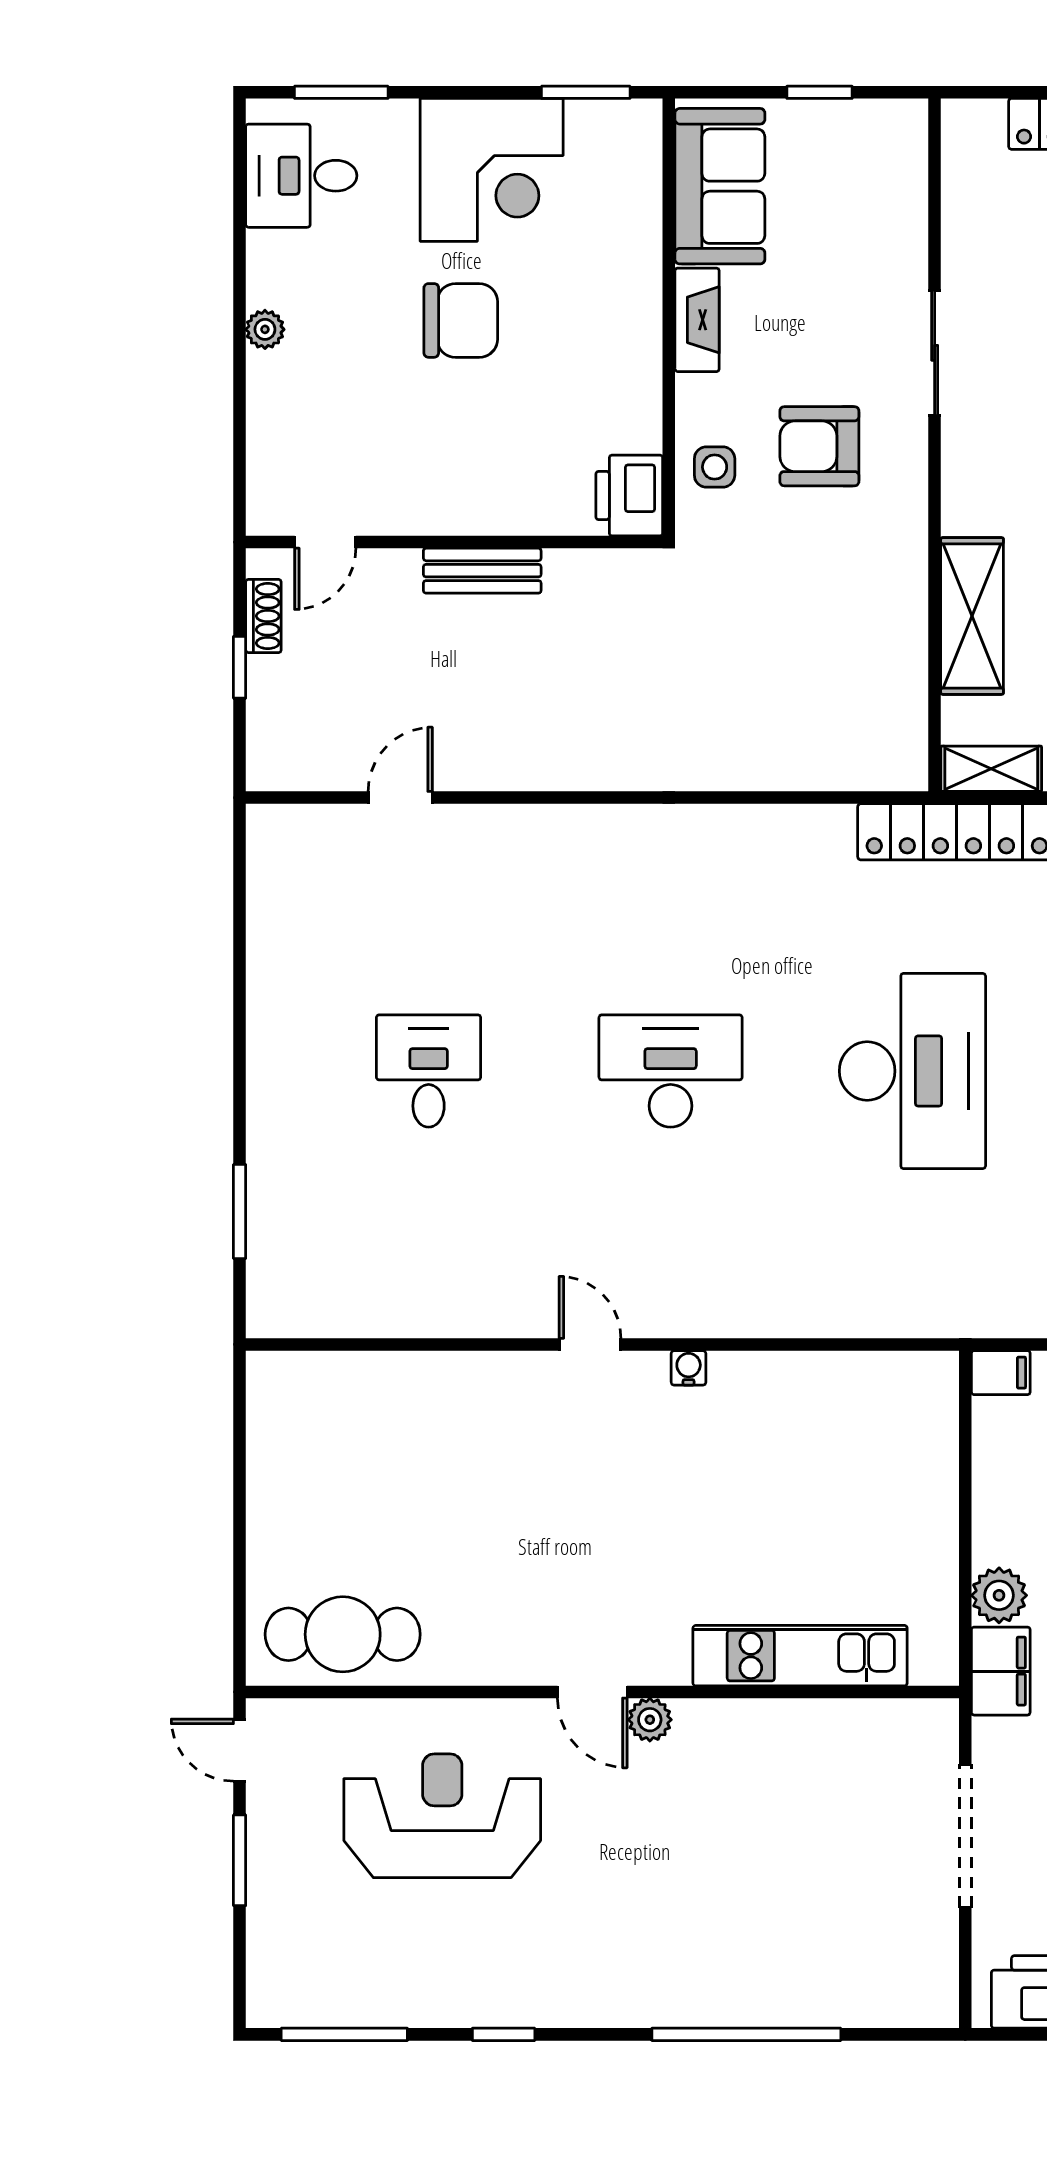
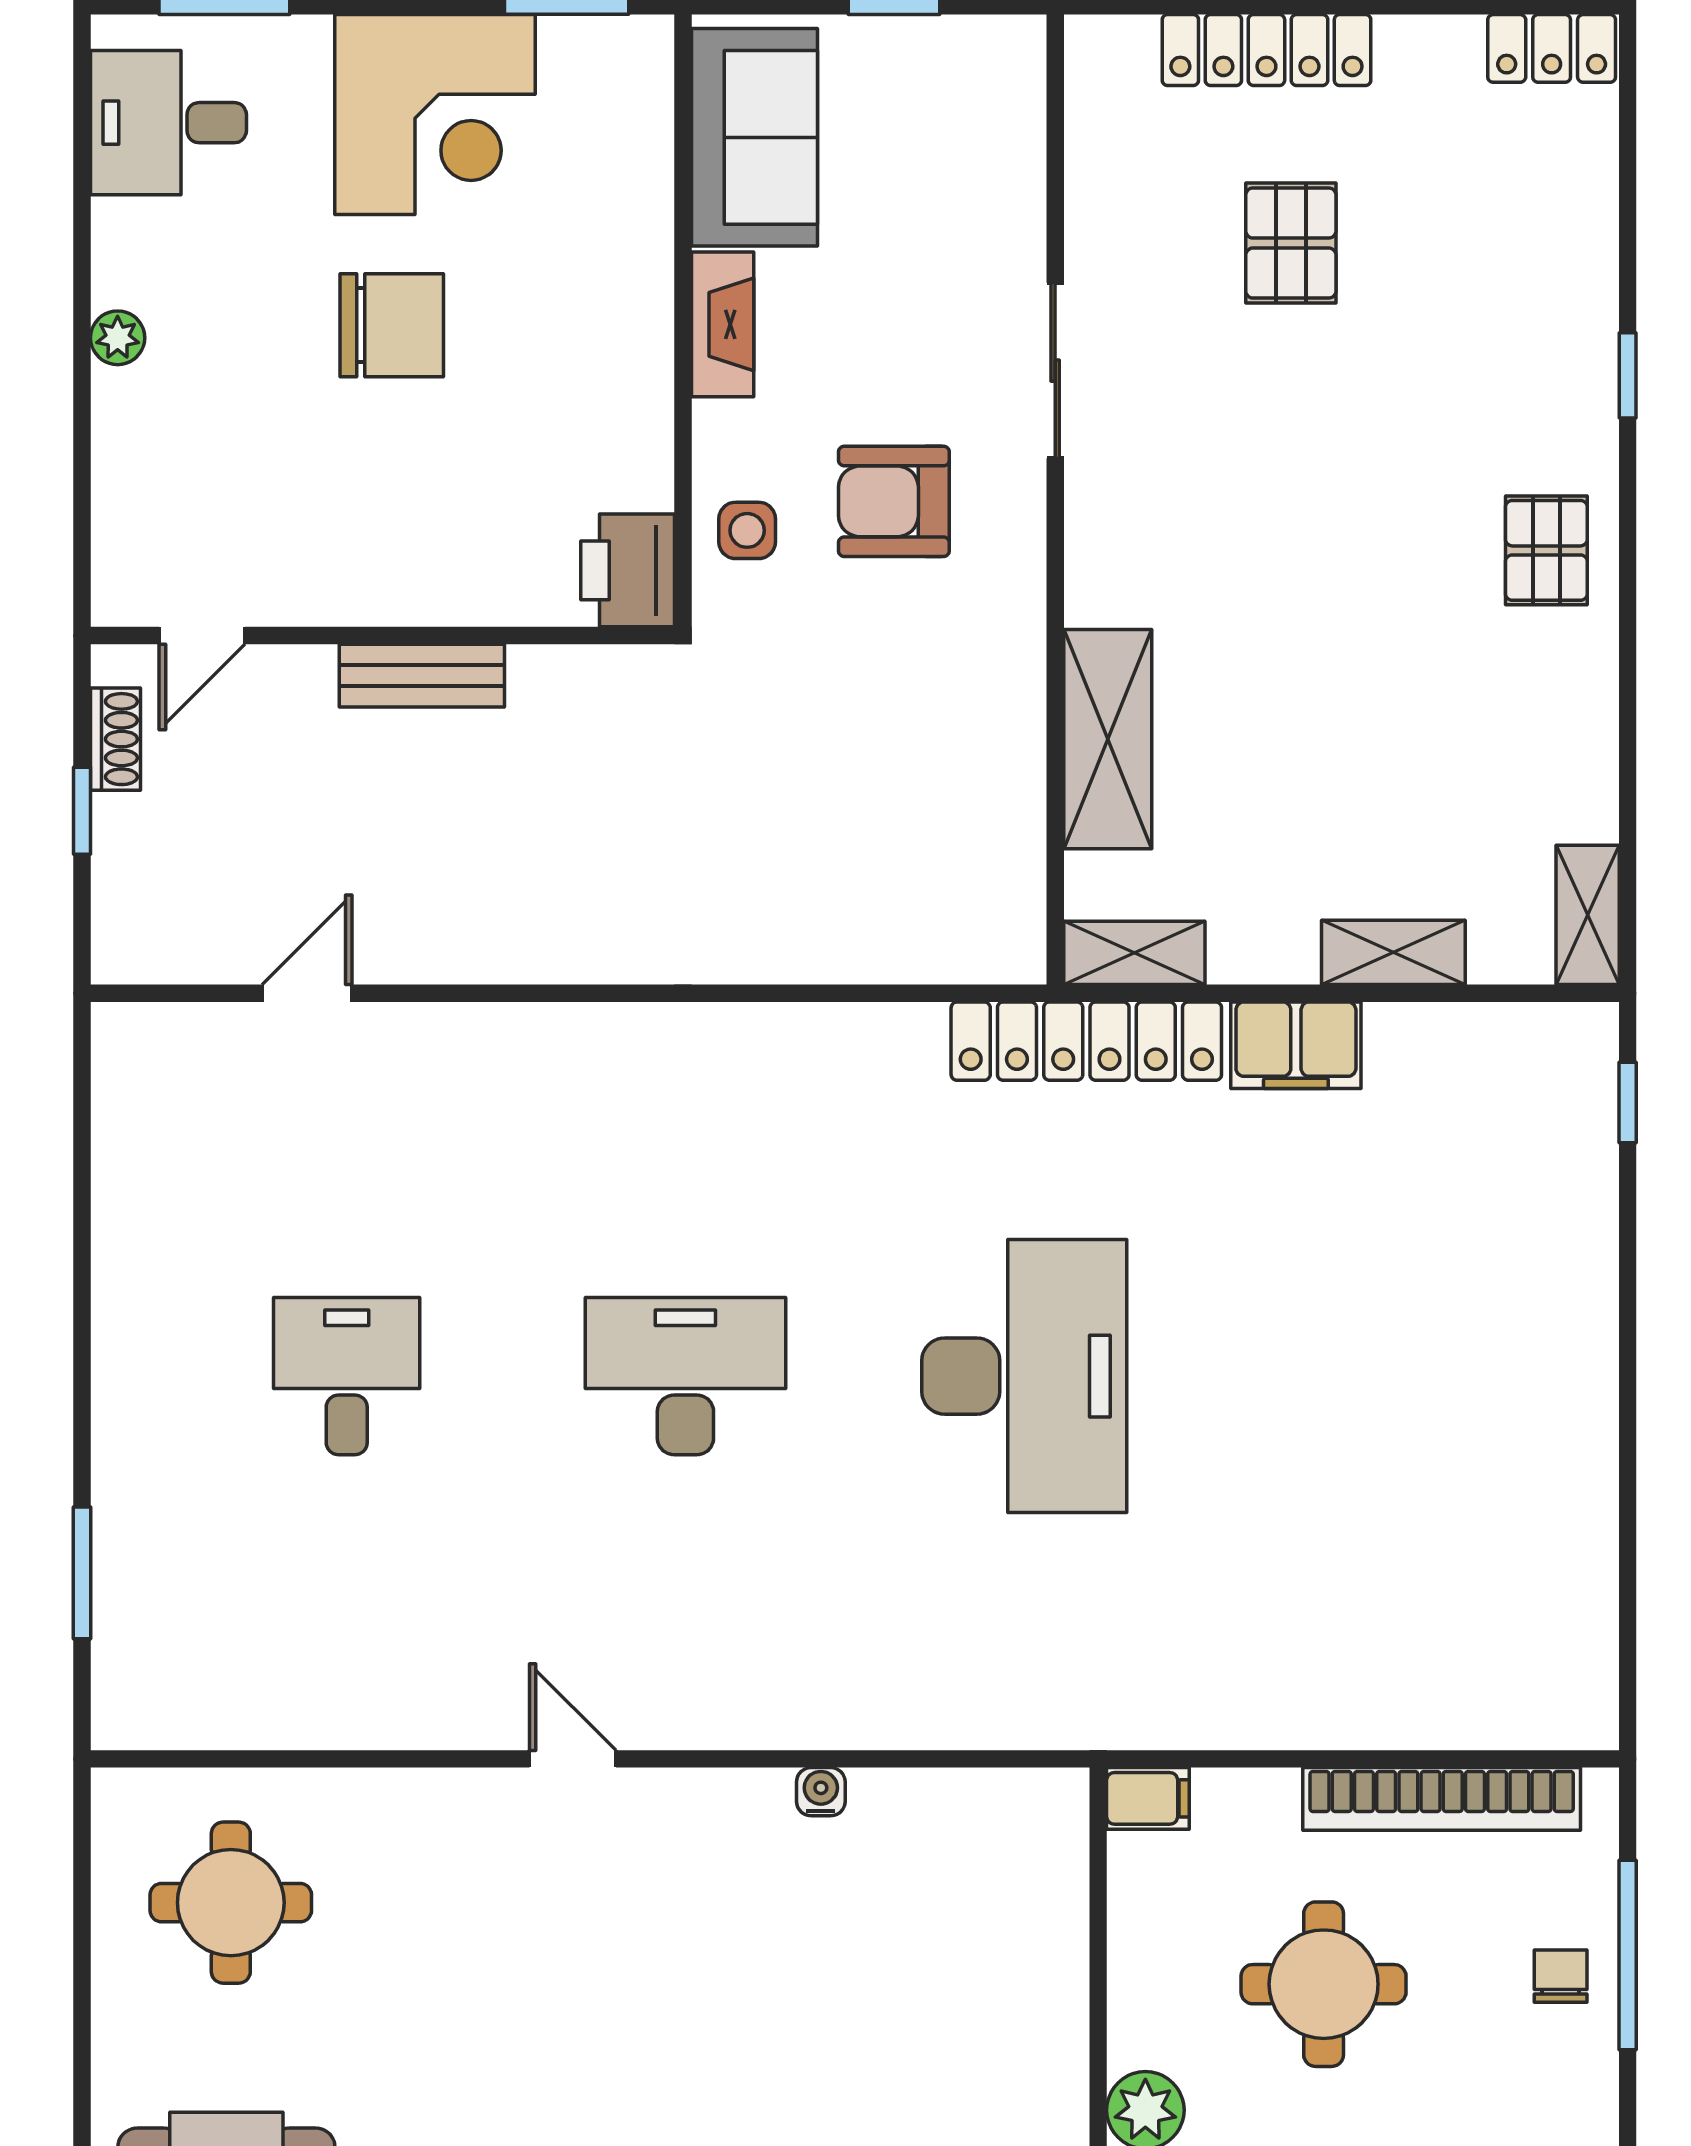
water cooler: (689, 1368) -> (821, 1792), moved
round table: (346, 1447) -> (231, 1903), added

